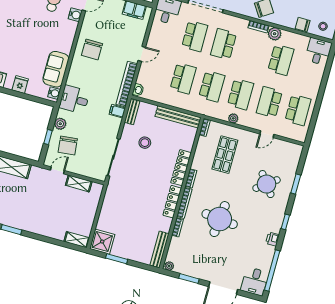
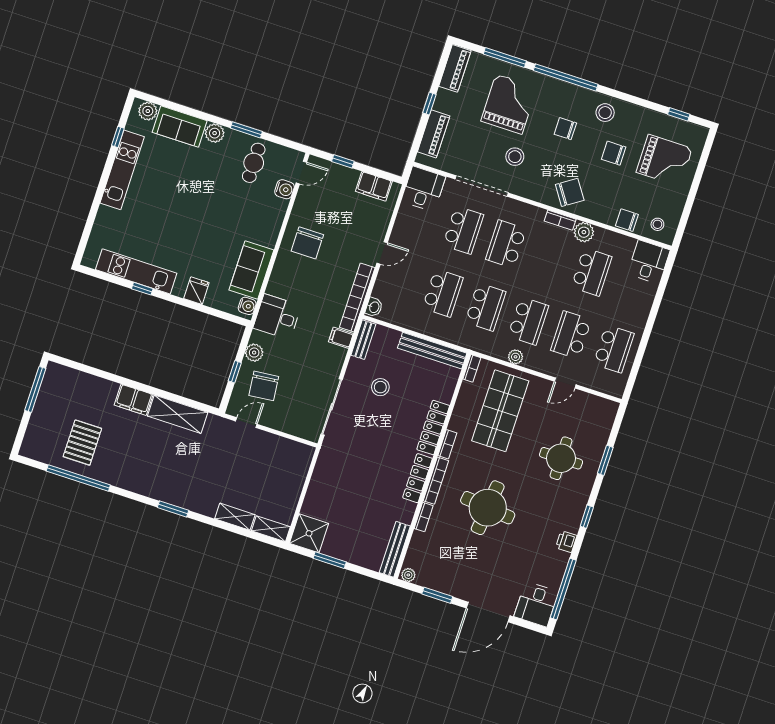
shop shelf: (225, 155) -> (500, 411), width x1.43, depth x1.36
shelving: (79, 183) -> (235, 517), moved
round table: (267, 184) -> (561, 458), turned 37

